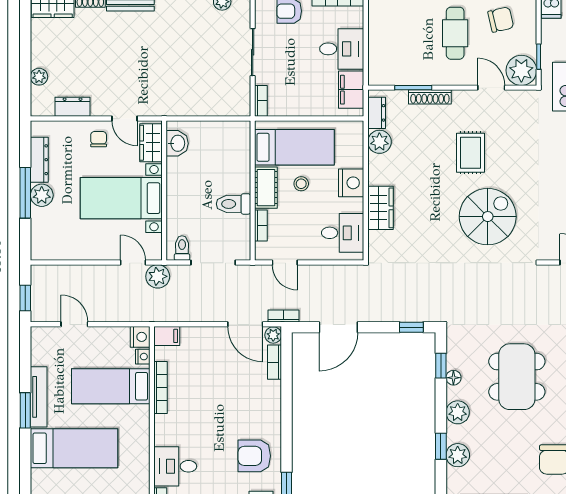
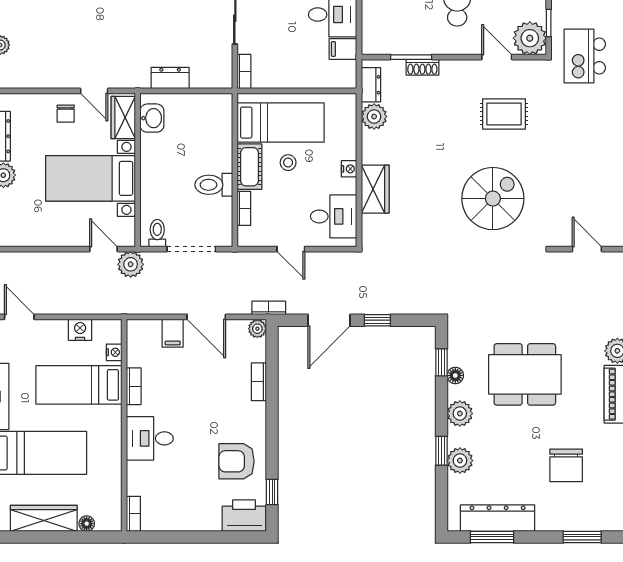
filing cabinet: (351, 90) -> (343, 49), width x0.50
shoe rack: (430, 97) -> (422, 67), width x0.70
dresser: (73, 107) -> (170, 78), moved
chair: (99, 139) -> (66, 114), turned 180
rug: (470, 153) -> (504, 114), moved, turned 90
nightstand: (351, 183) -> (349, 169), width x0.53, depth x0.56
door: (285, 263) -> (291, 249), moved
door: (74, 324) -> (19, 317), moved
door: (245, 324) -> (206, 317), moved
window: (411, 327) -> (377, 320), moved
filing cabinet: (167, 336) -> (173, 333), moved, turned 90
nightstand: (140, 337) -> (80, 330), moved, turned -90
bookcase: (275, 362) -> (259, 382), moved
dining table: (517, 377) -> (525, 374), turned 90
bookcase: (161, 388) -> (134, 386), width x0.64
desk: (175, 466) -> (150, 438), moved

